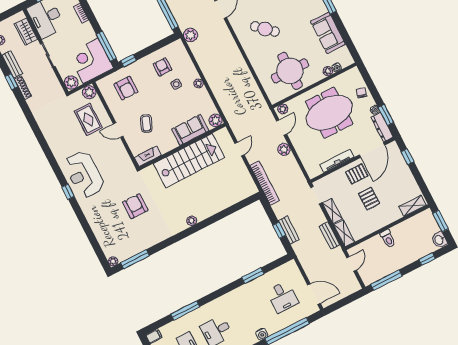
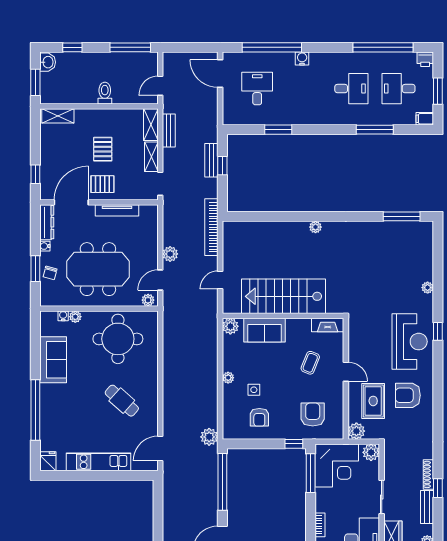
window: (386, 115) -> (35, 269), moved
armchair: (135, 206) -> (408, 395), moved, turned 90
plant: (113, 261) -> (428, 288), moved

